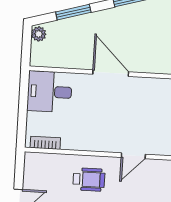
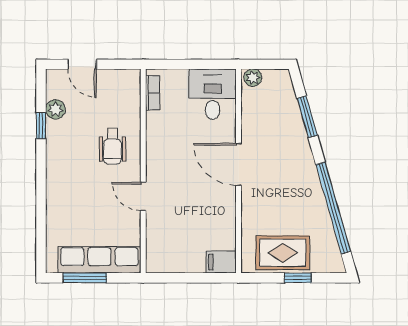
plant: (39, 34) -> (253, 78), moved
door: (111, 73) -> (238, 164), swing flipped

